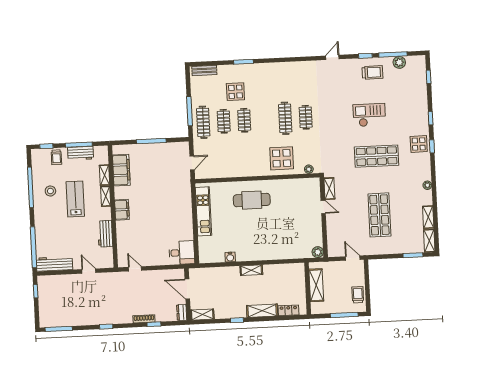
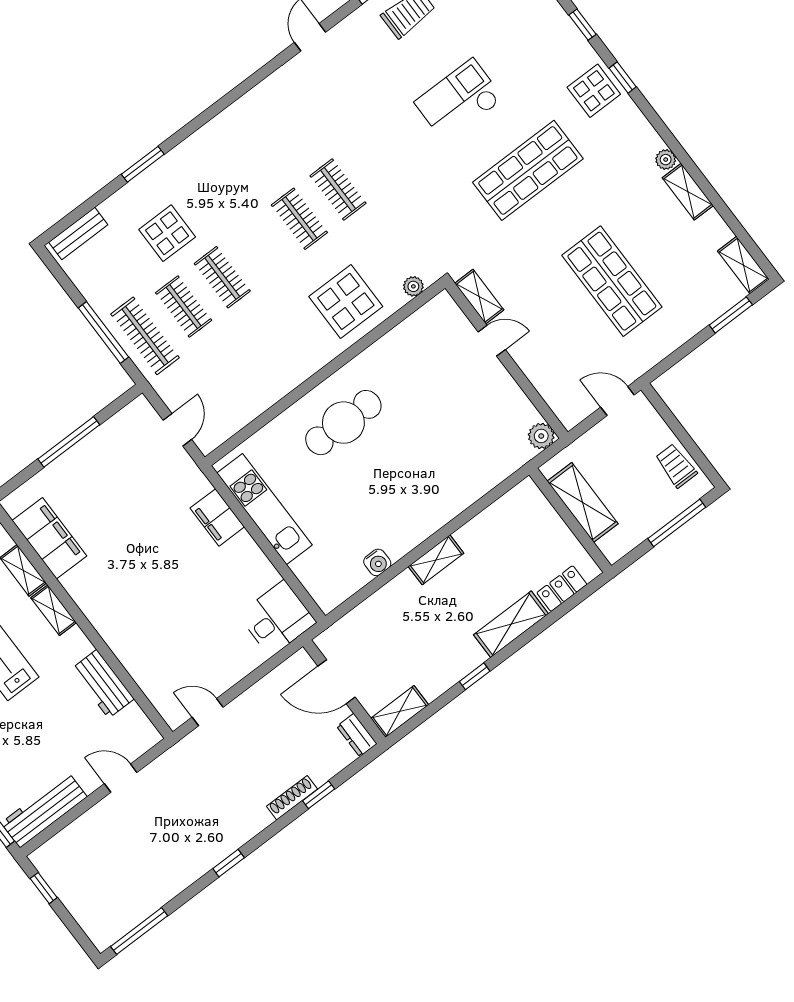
clothes rail: (285, 118) -> (299, 219), width x0.73
filing cabinet: (122, 210) -> (217, 517), moved, turned 180
shelving: (428, 217) -> (688, 192), moved

